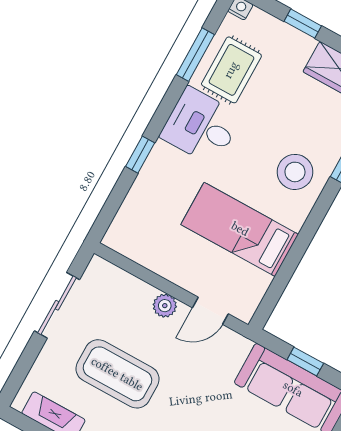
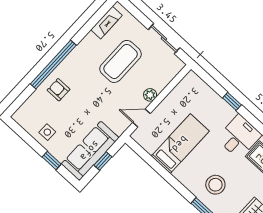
stool: (295, 172) -> (215, 185), moved
door: (210, 311) -> (142, 118), hinge flipped

